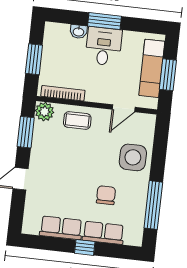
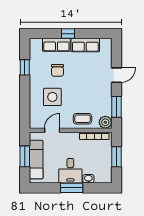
side table: (133, 157) -> (52, 97), moved
window: (153, 205) -> (25, 67), width x0.46

